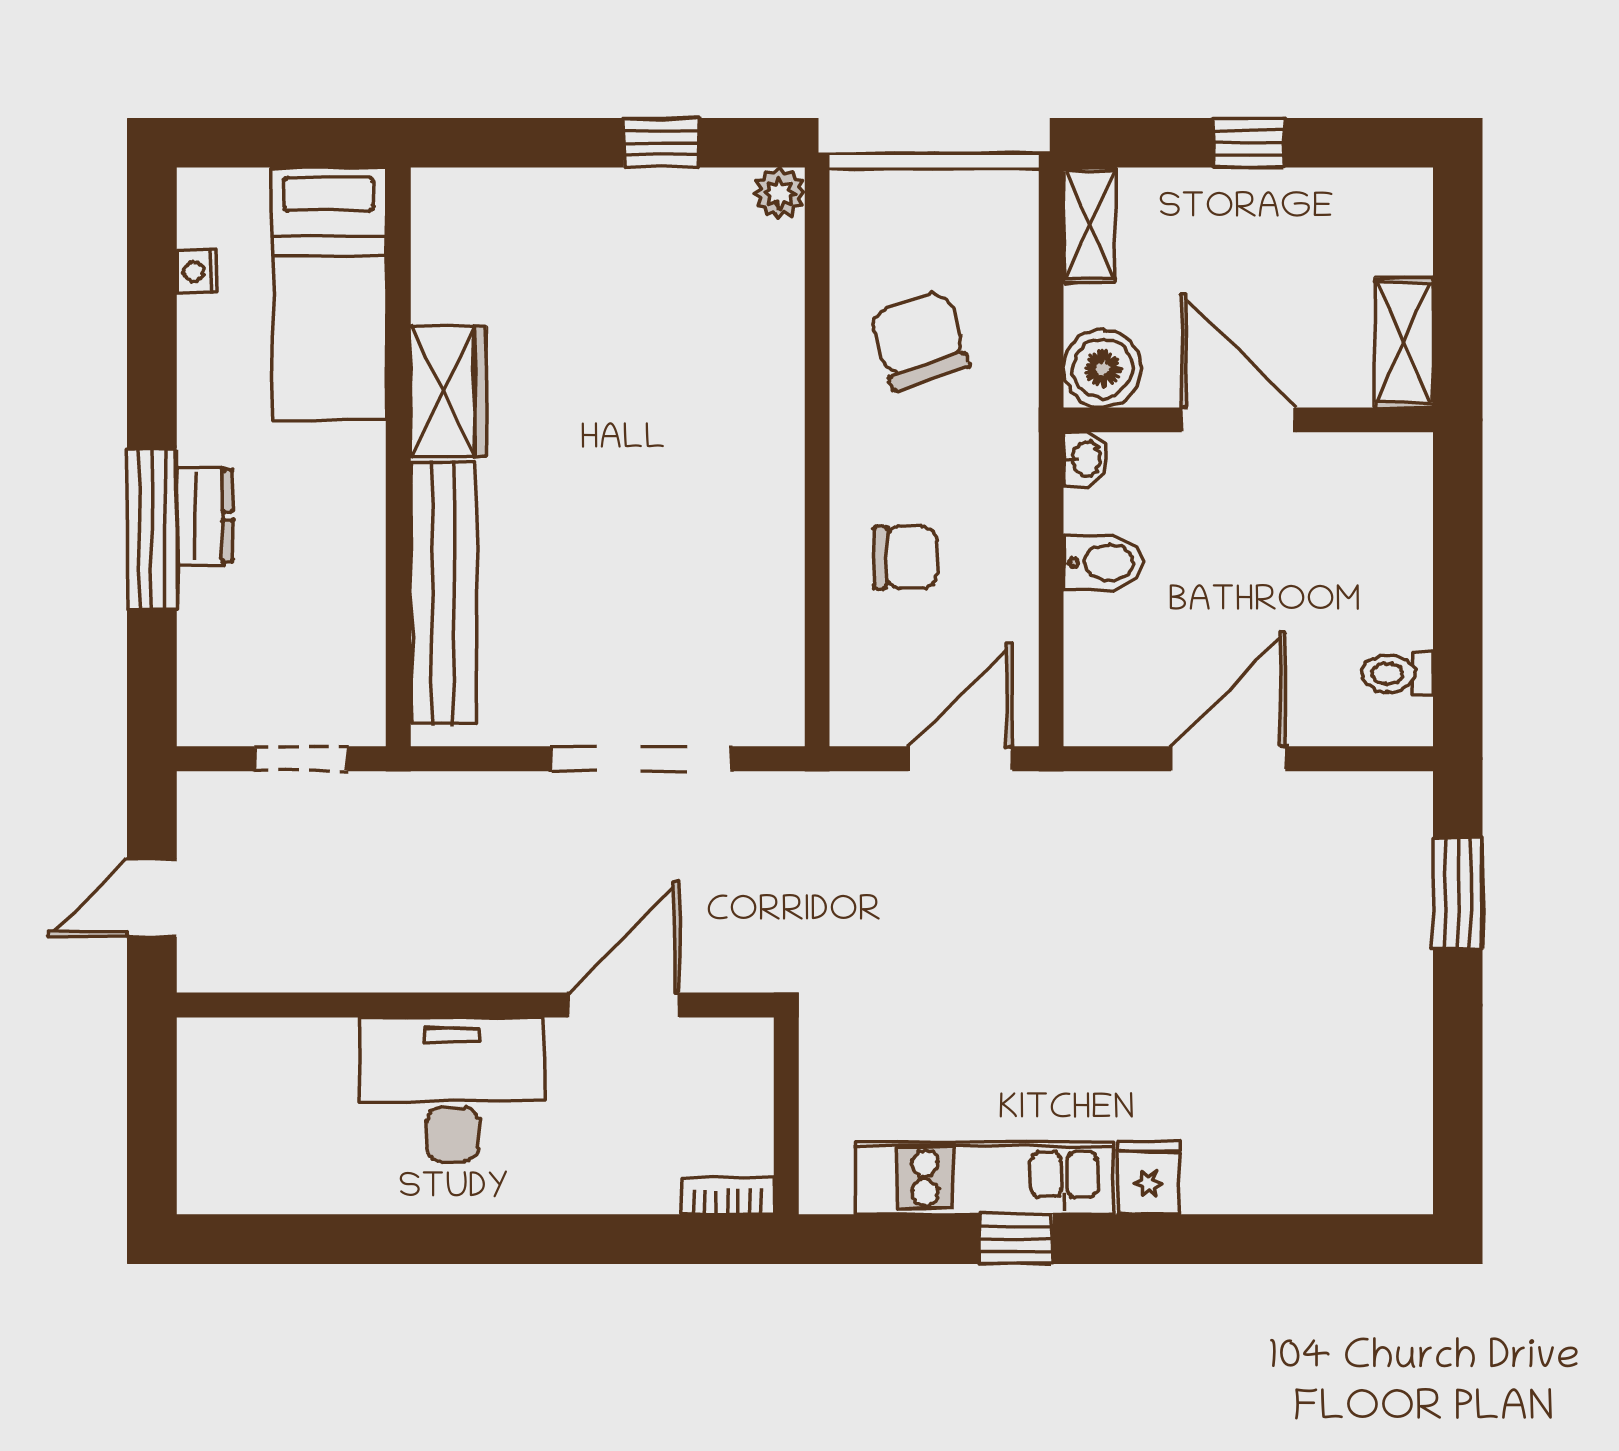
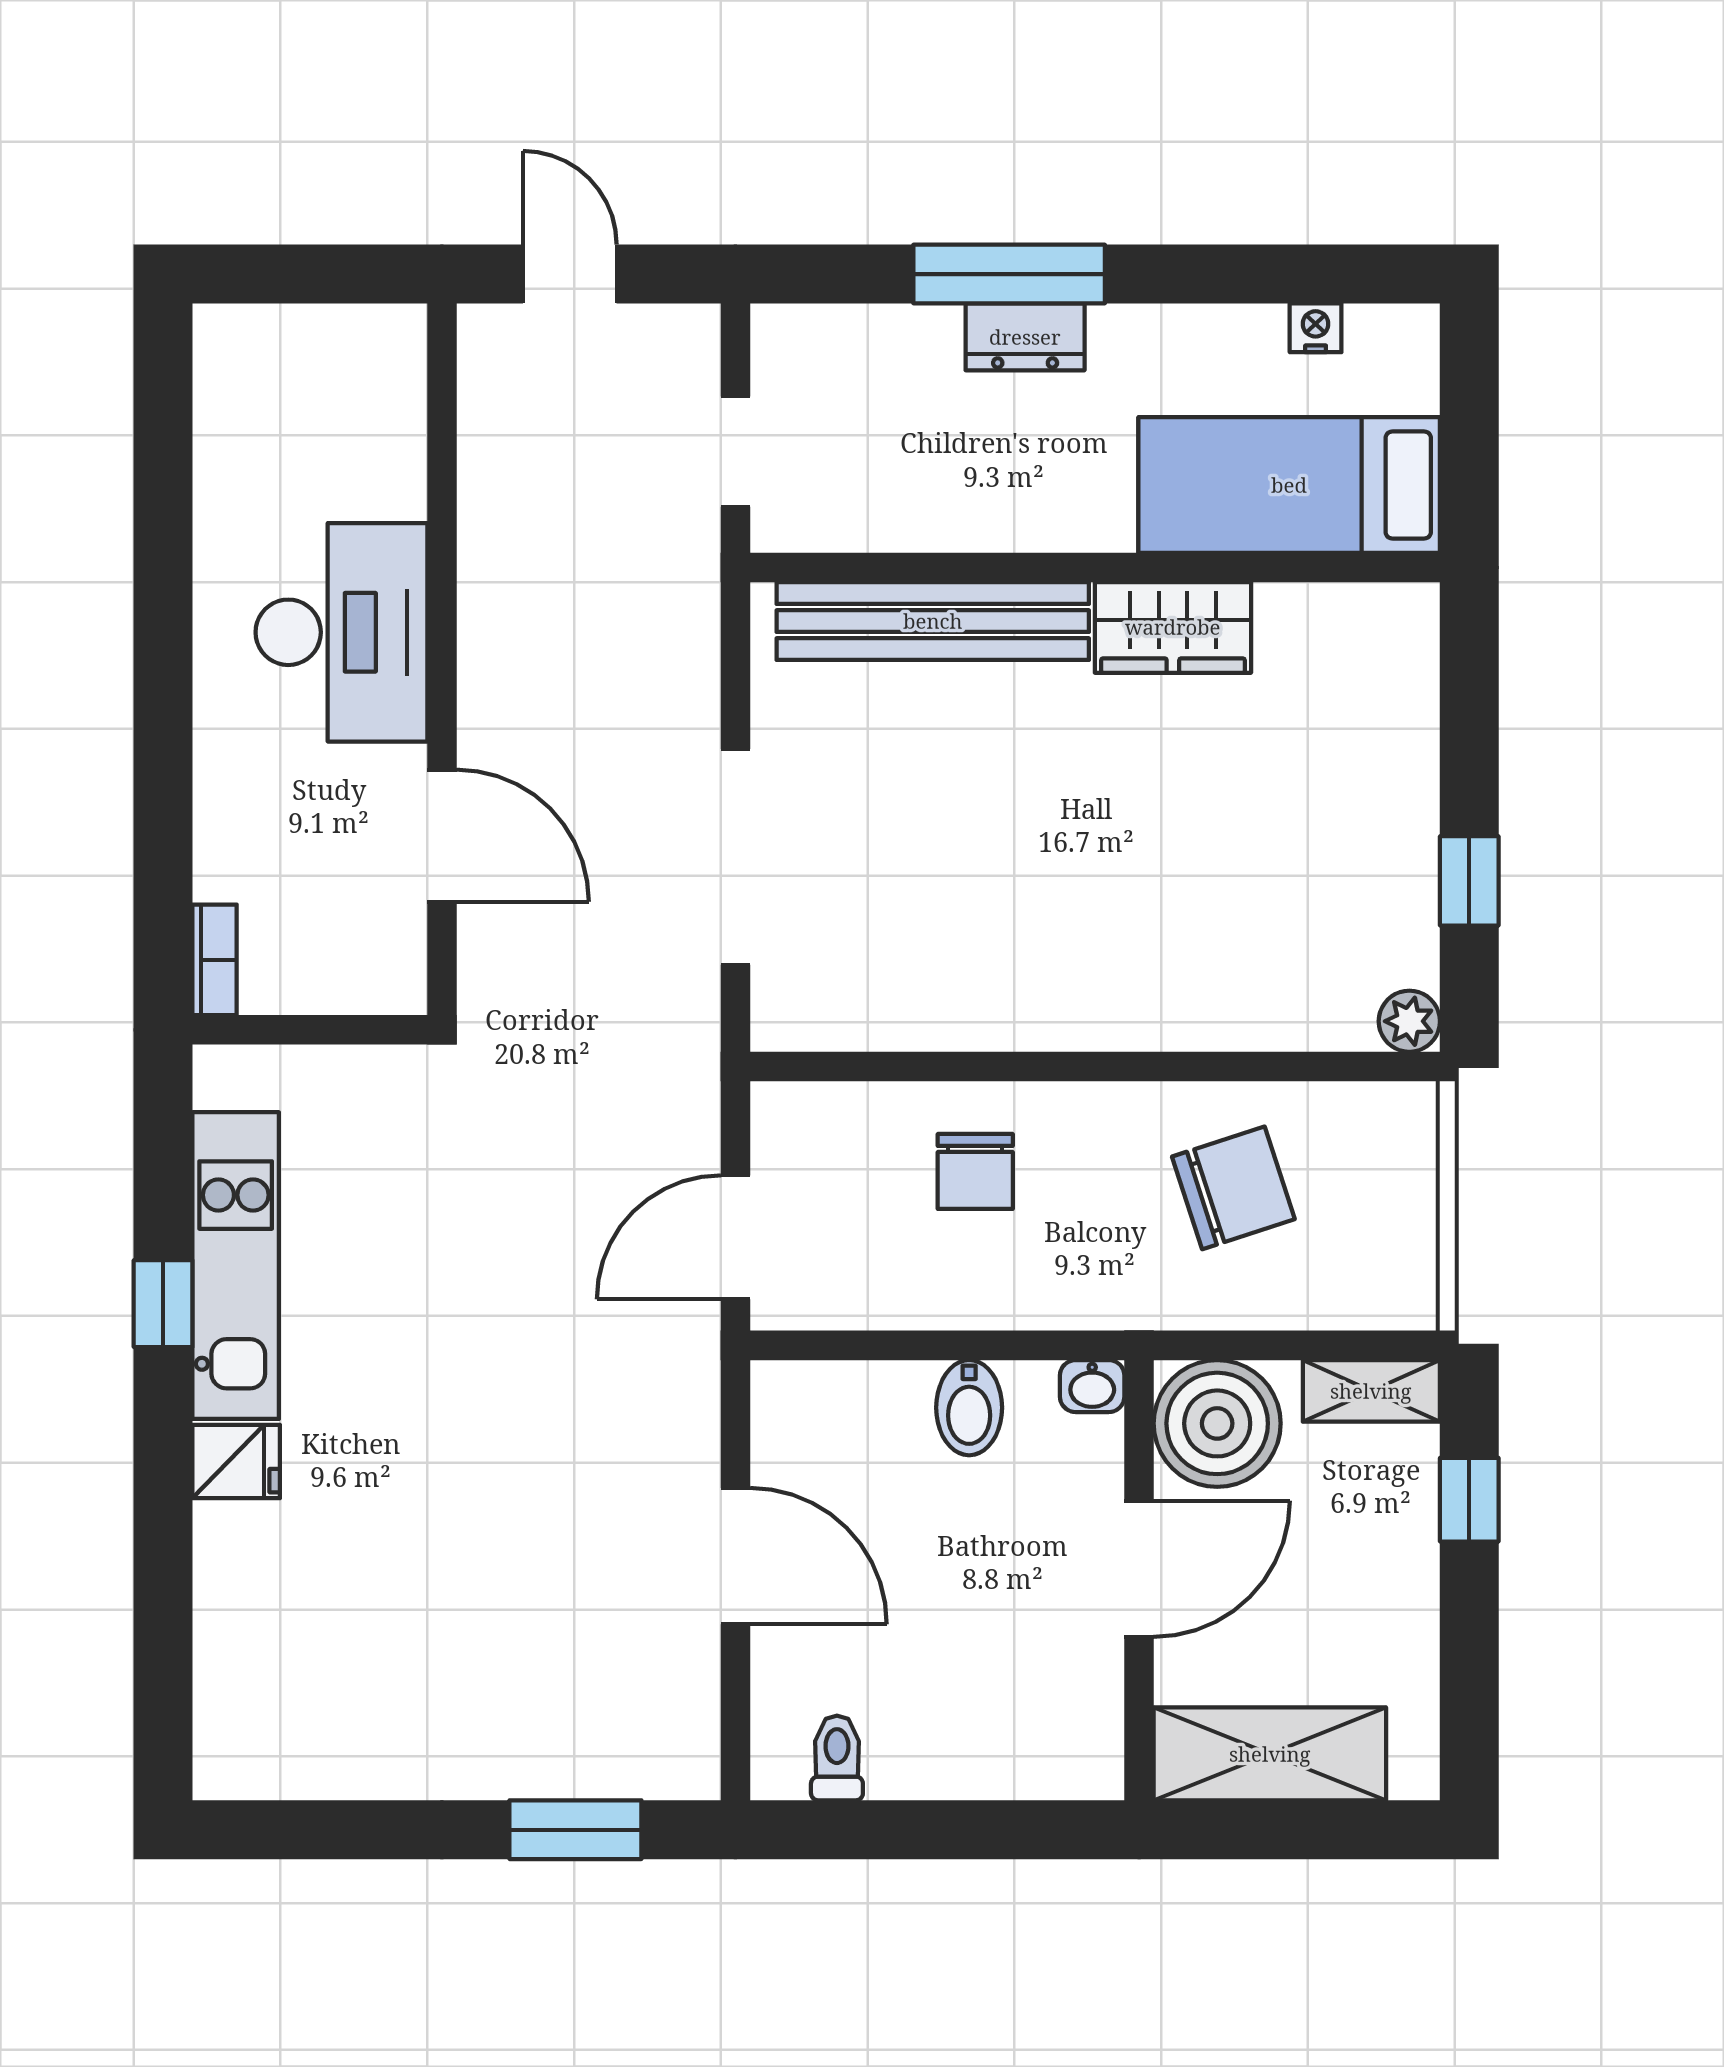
window: (1249, 143) -> (1469, 1500), moved
shelving: (1404, 343) -> (1270, 1754), width x1.50, depth x1.33
boiler: (1102, 369) -> (1217, 1423), width x1.37, depth x1.37
door: (960, 759) -> (735, 1237), swing flipped

